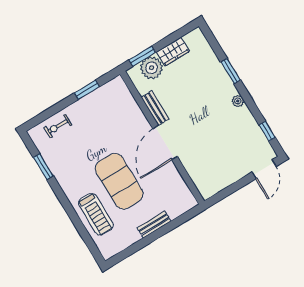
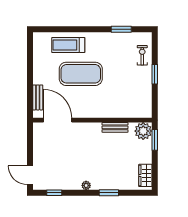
wardrobe: (173, 52) -> (145, 175), moved
plant: (152, 68) -> (143, 131), moved
window: (87, 90) -> (155, 74), moved
door: (165, 143) -> (58, 120), moved
bench: (154, 225) -> (38, 97), moved

